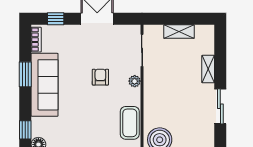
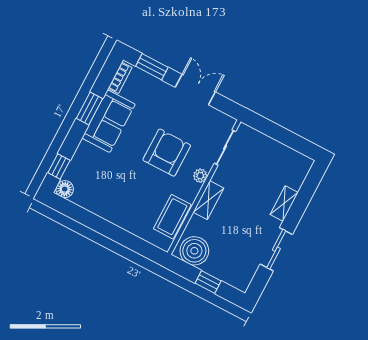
window: (56, 19) -> (152, 67), width x1.50
shelving: (179, 31) -> (208, 200), moved, turned 90
armchair: (100, 77) -> (167, 153), width x1.88, depth x1.88
sofa: (45, 85) -> (109, 121), width x0.73

